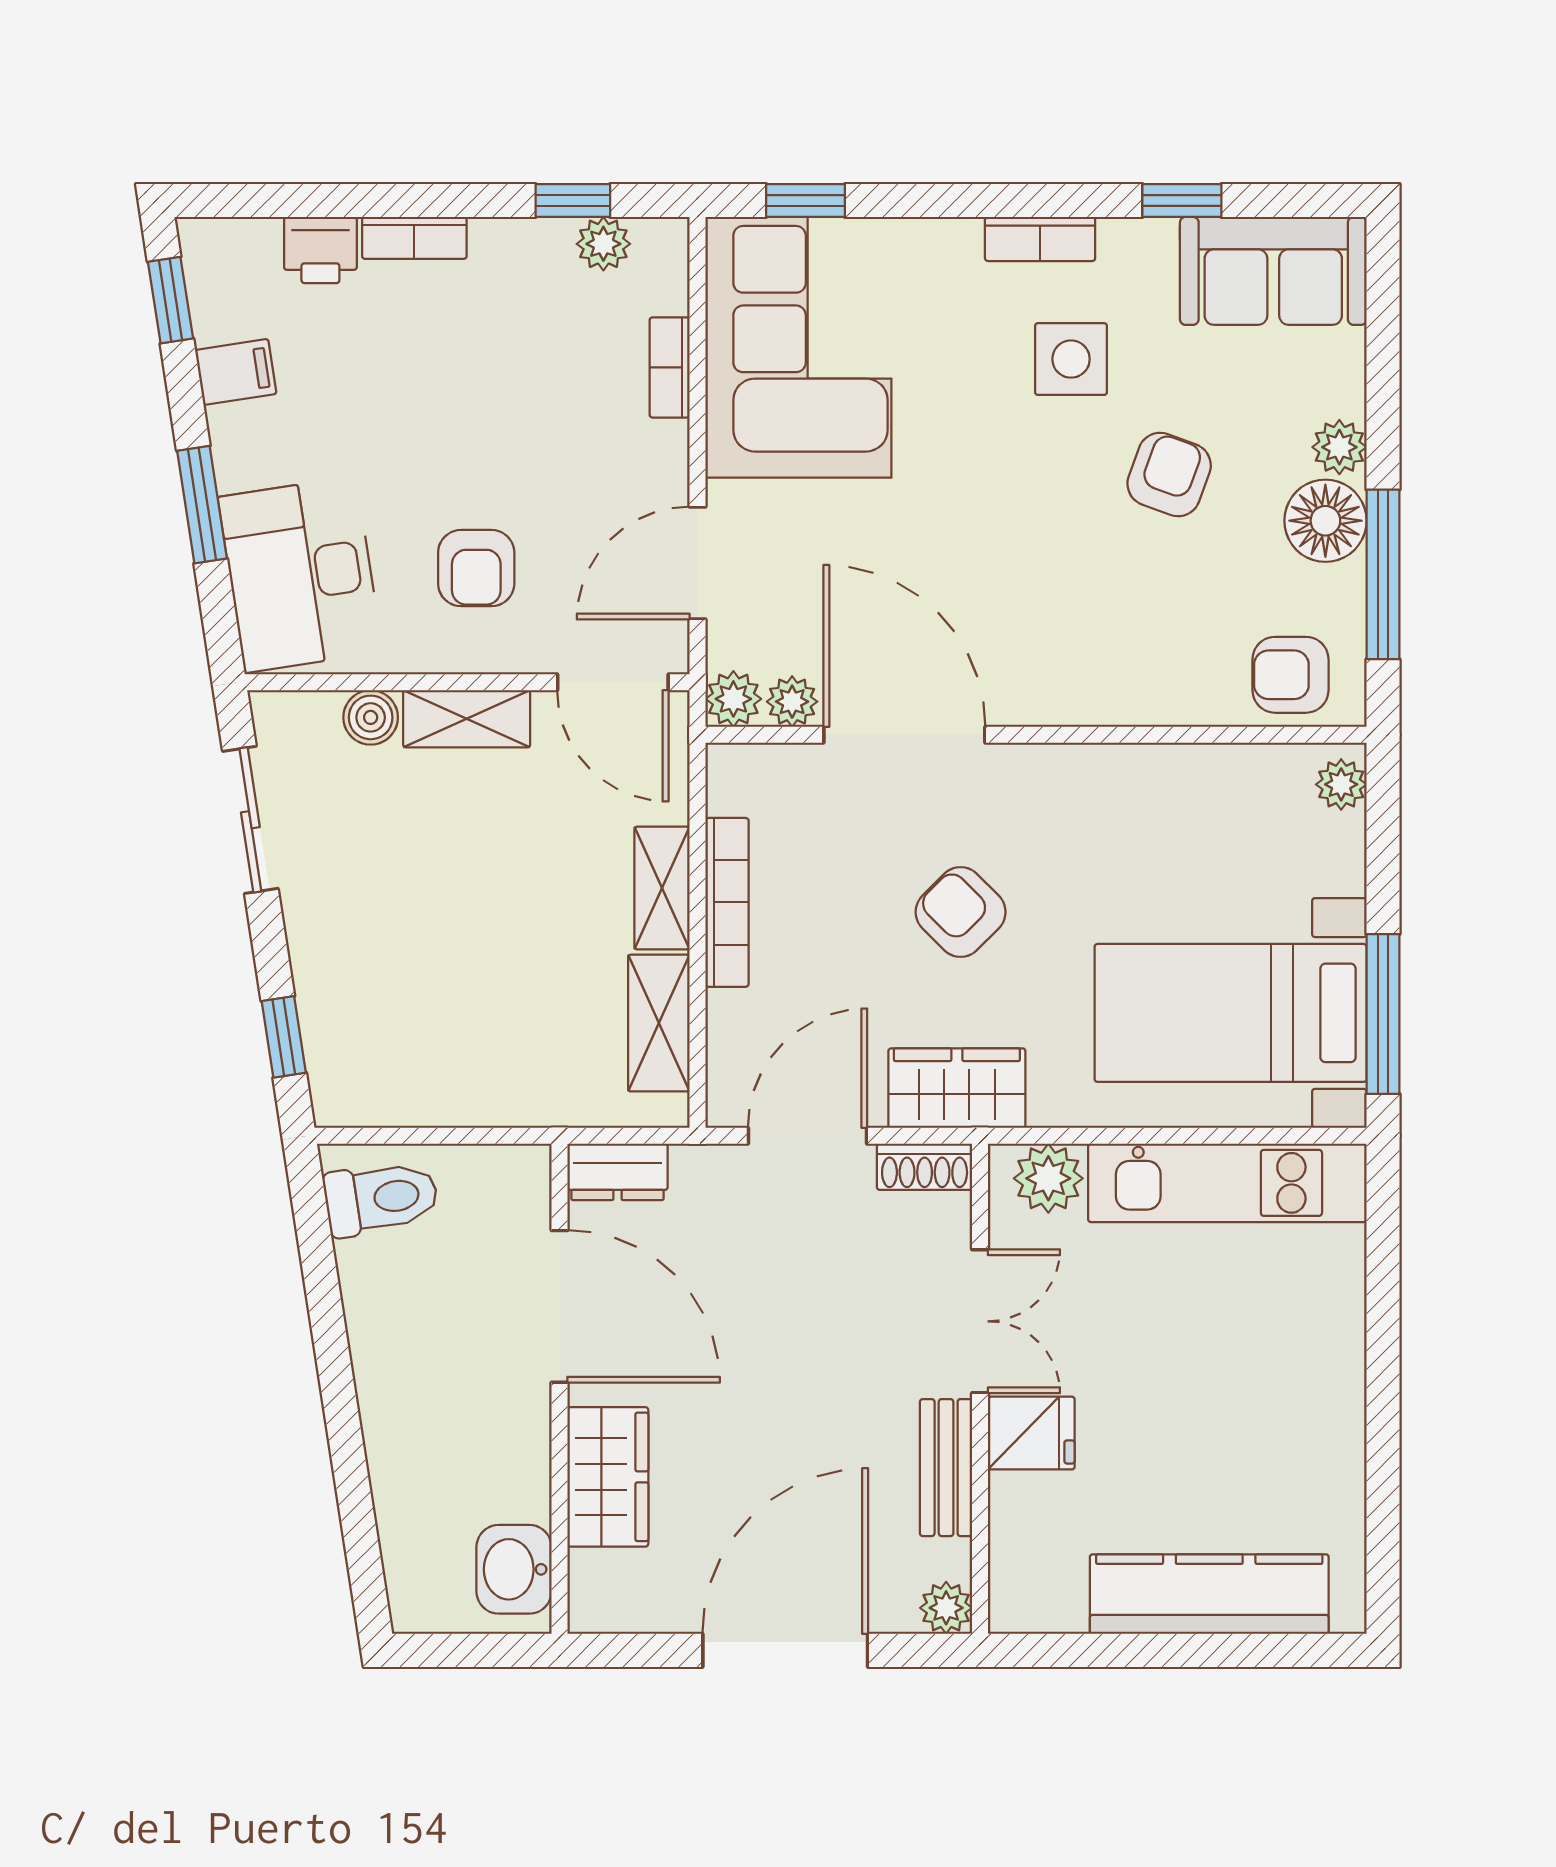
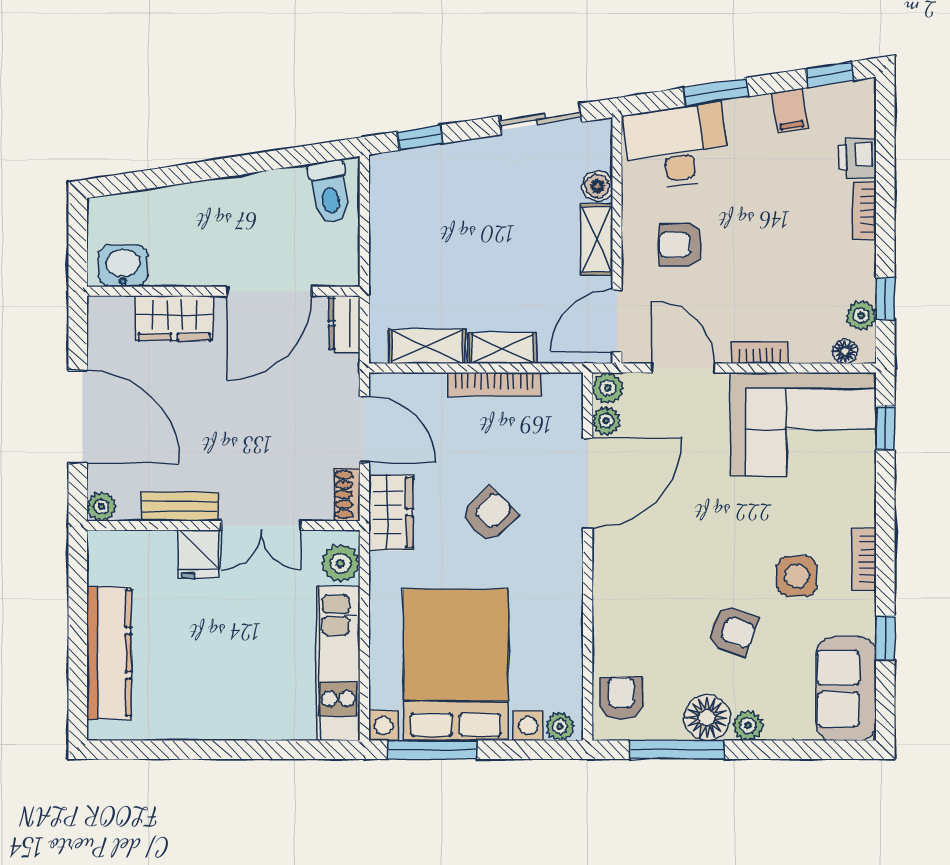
floor lamp: (668, 273) -> (845, 351), added
bookcase: (670, 367) -> (760, 352), moved
bed with nightstands: (1231, 1013) -> (456, 665), width x1.36

